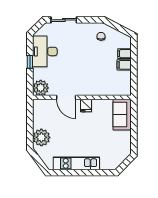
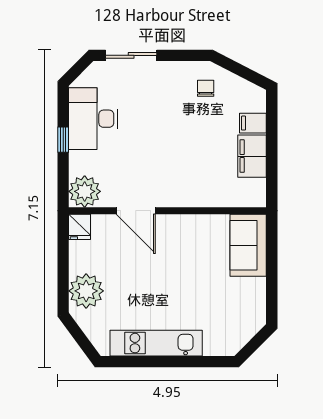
filing cabinet: (124, 65) -> (252, 156), width x2.00
fridge: (86, 105) -> (80, 227), moved

